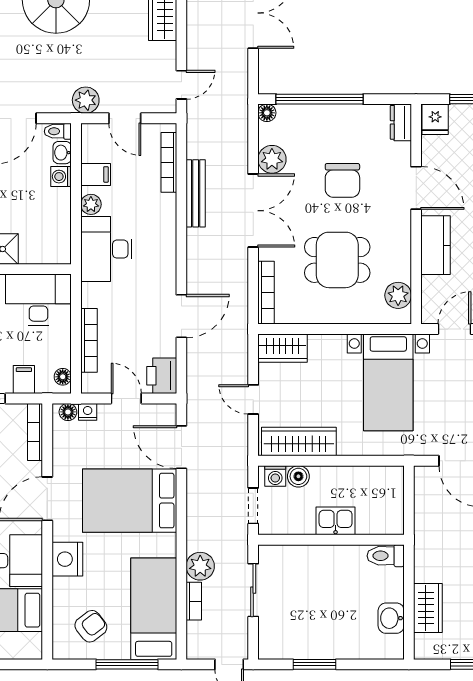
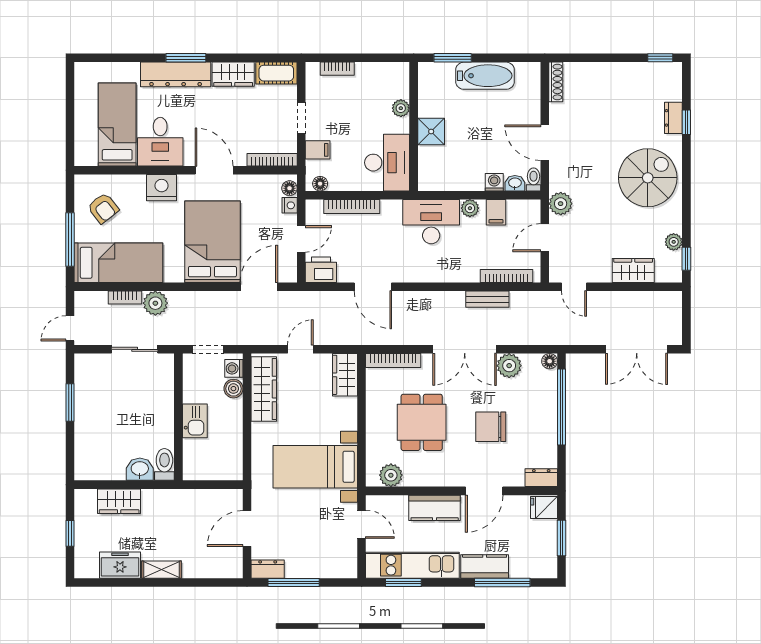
bench: (196, 193) -> (487, 299), width x0.73
washbasin: (391, 618) -> (140, 469), moved

